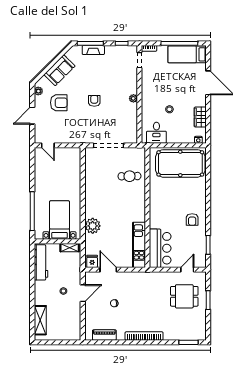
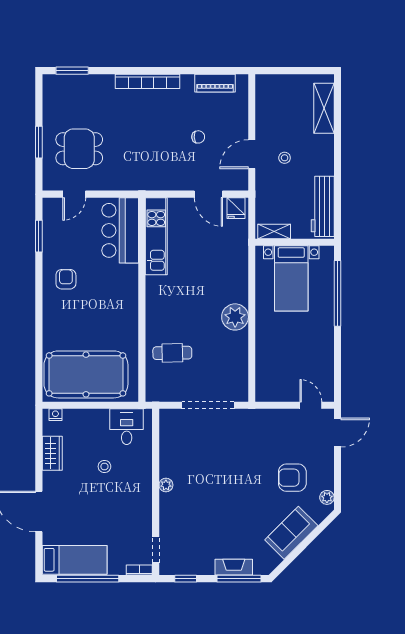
armchair: (94, 101) -> (232, 481), removed
door: (32, 116) -> (337, 433), moved
plant: (93, 226) -> (235, 317), moved

